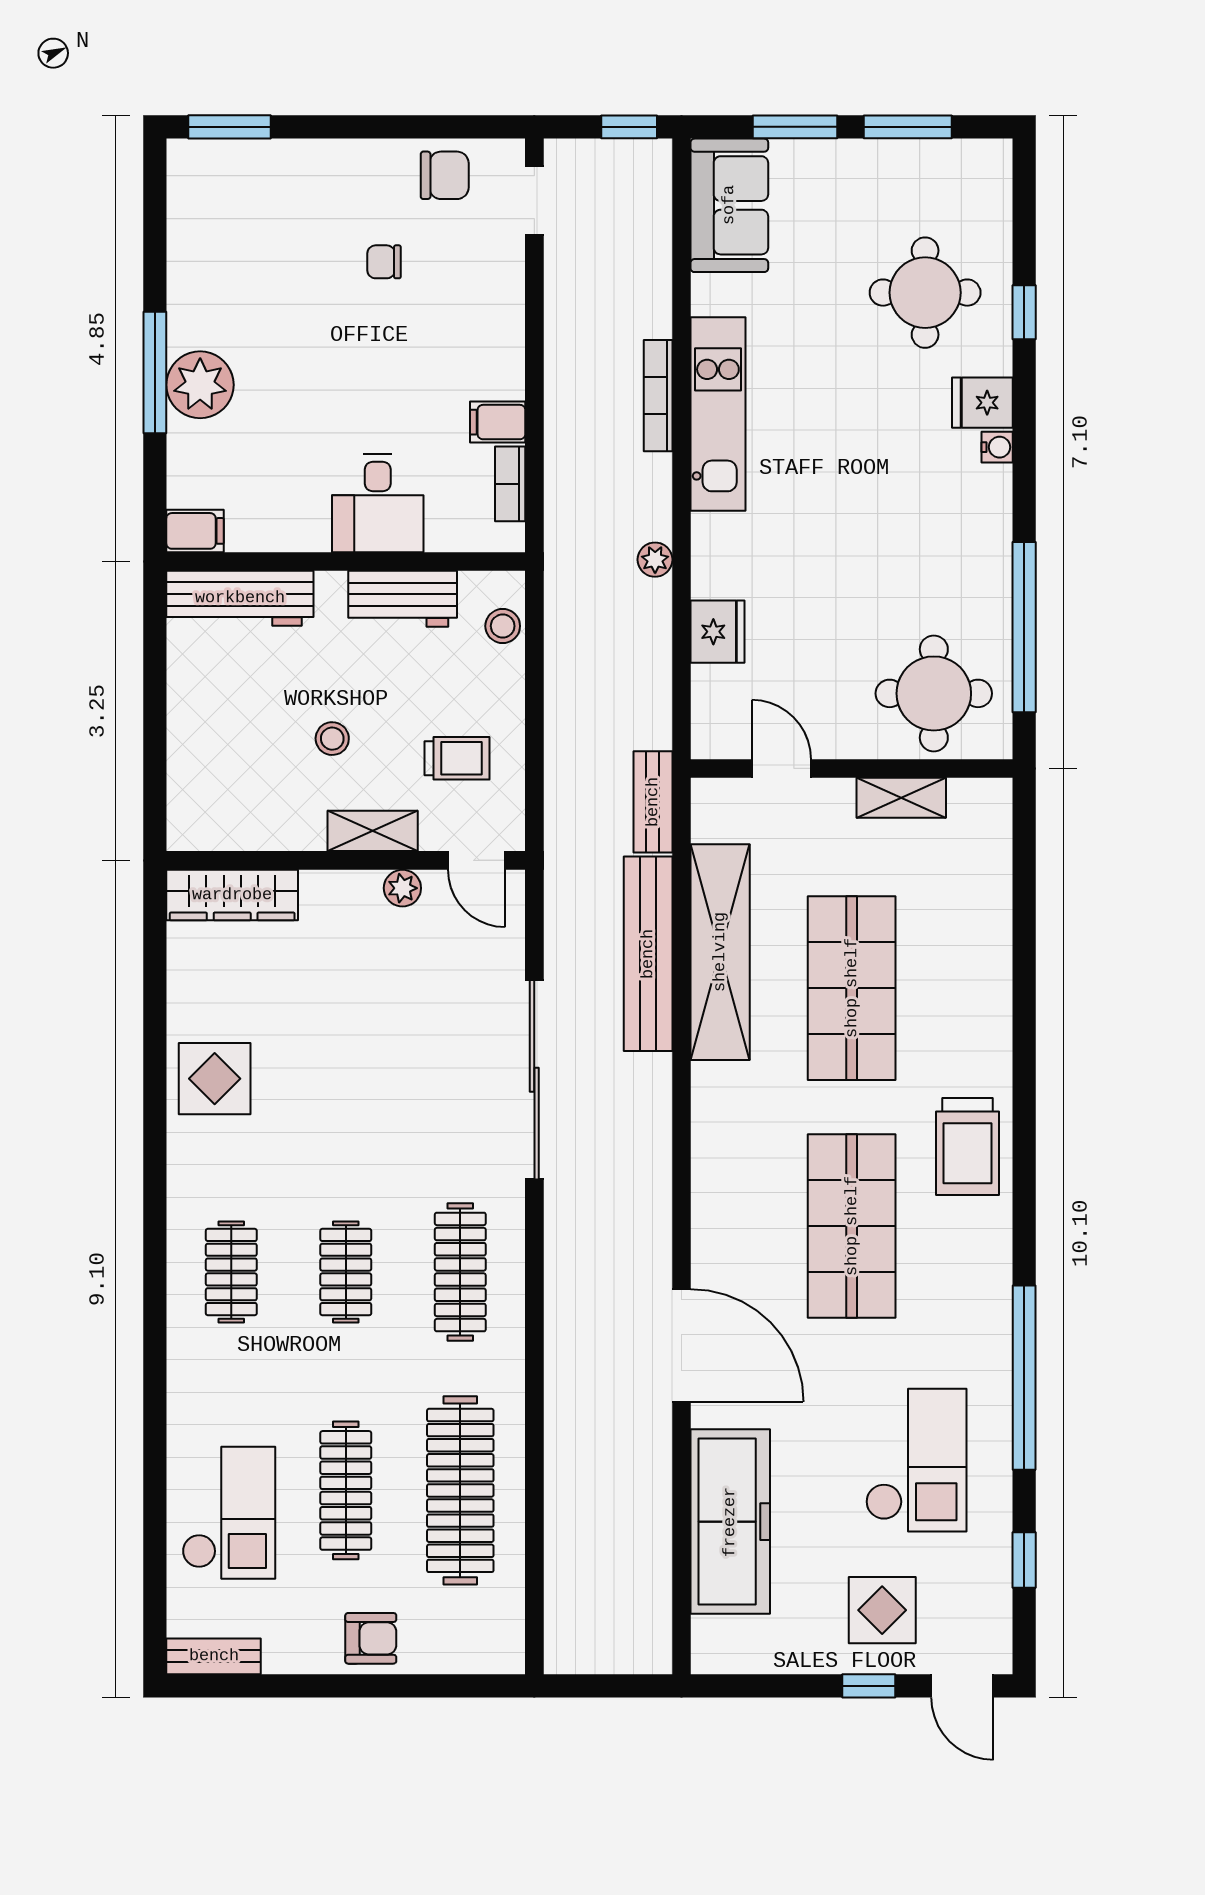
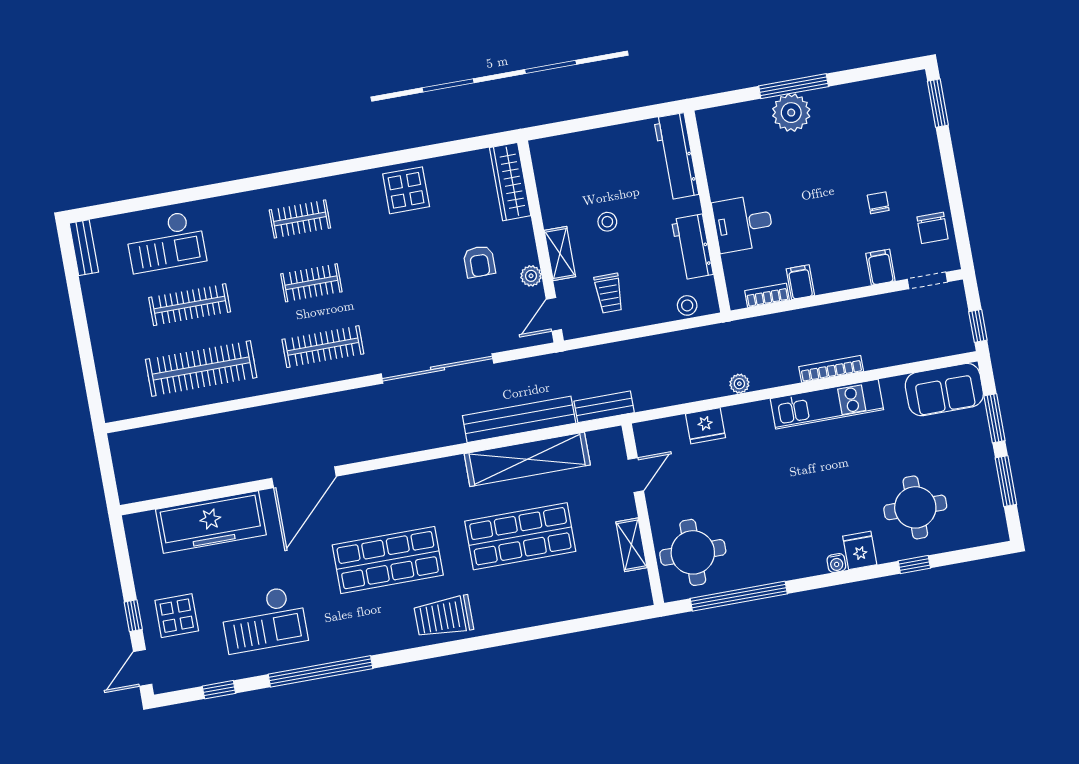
filing cabinet: (195, 531) -> (880, 267), moved, turned 180
armchair: (371, 1638) -> (479, 262), moved

